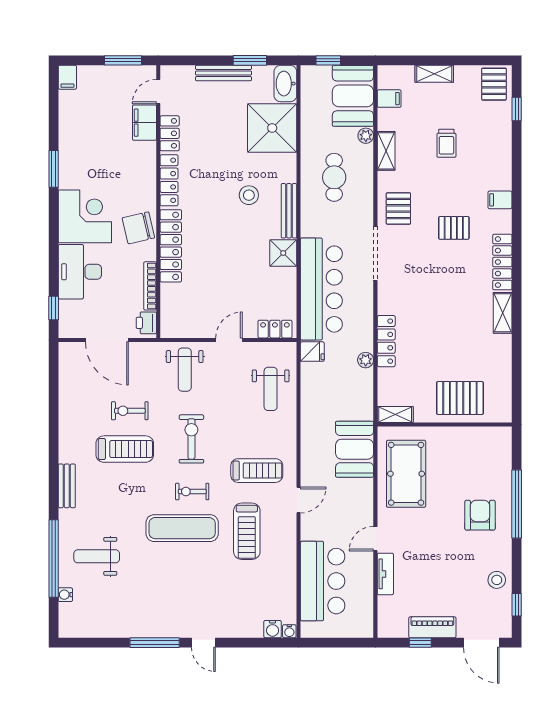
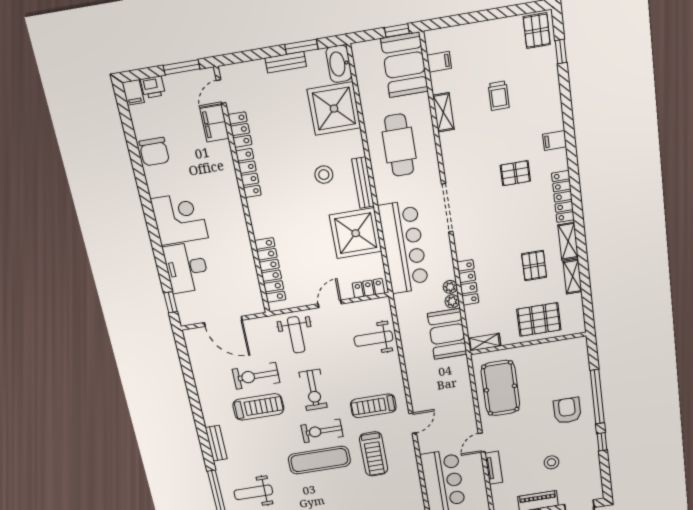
window: (328, 60) -> (397, 30), moved
bench: (224, 73) -> (286, 62), width x0.73
shelving: (434, 74) -> (572, 277), moved, turned 90
plant: (366, 136) -> (450, 287), moved
window: (54, 169) -> (141, 180), removed
cafe table: (334, 177) -> (399, 145), width x1.37, depth x1.35
pallet: (398, 208) -> (534, 266), moved
chair: (138, 228) -> (154, 152), moved, turned -77
locker: (171, 246) -> (270, 270), moved
shower: (283, 253) -> (356, 233), width x1.86, depth x1.86
bookcase: (150, 286) -> (251, 270), removed
printer: (146, 323) -> (153, 87), moved, turned -90
fridge: (312, 352) -> (404, 302), removed
weight bench: (271, 389) -> (373, 339), turned 90
exercise bike: (130, 411) -> (256, 376), width x1.38, depth x1.39
exercise bike: (191, 439) -> (313, 390), turned 180
booth: (355, 449) -> (447, 334), moved
treadmill: (257, 471) -> (373, 406), turned 180
exercise bike: (192, 492) -> (322, 431), width x1.38, depth x1.39
stool: (497, 580) -> (551, 462), moved
window: (517, 605) -> (602, 442), moved

